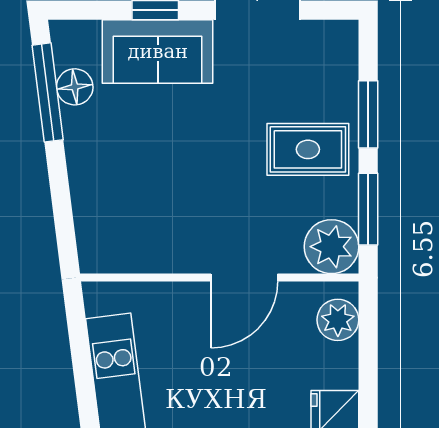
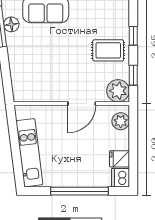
window: (368, 114) -> (133, 36), width x0.67
window: (368, 209) -> (133, 75), width x0.67

